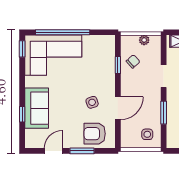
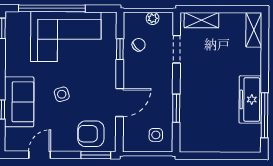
corner sofa: (53, 55) -> (66, 37), moved
doorway: (164, 76) -> (177, 49), moved
side table: (92, 102) -> (62, 94), moved
window: (82, 151) -> (96, 155), moved

